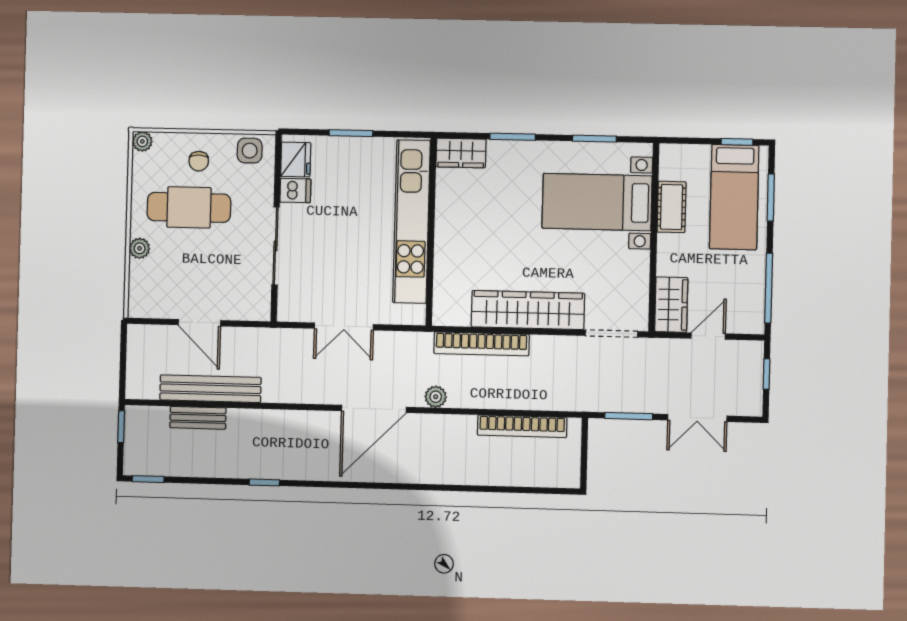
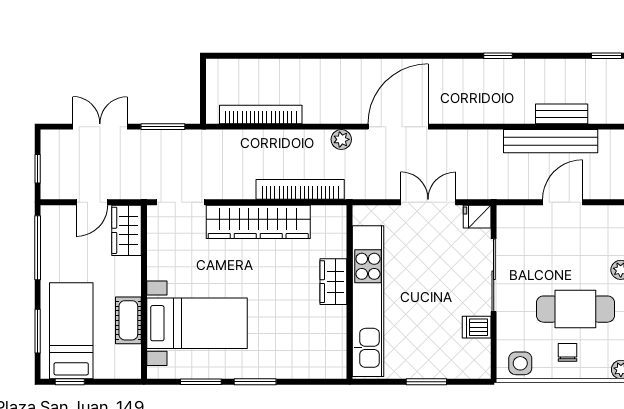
window: (513, 137) -> (255, 382), moved
wardrobe: (461, 153) -> (333, 282), moved, turned -90
fridge: (296, 159) -> (477, 217), moved, width x0.72
door: (199, 323) -> (563, 202), hinge flipped

